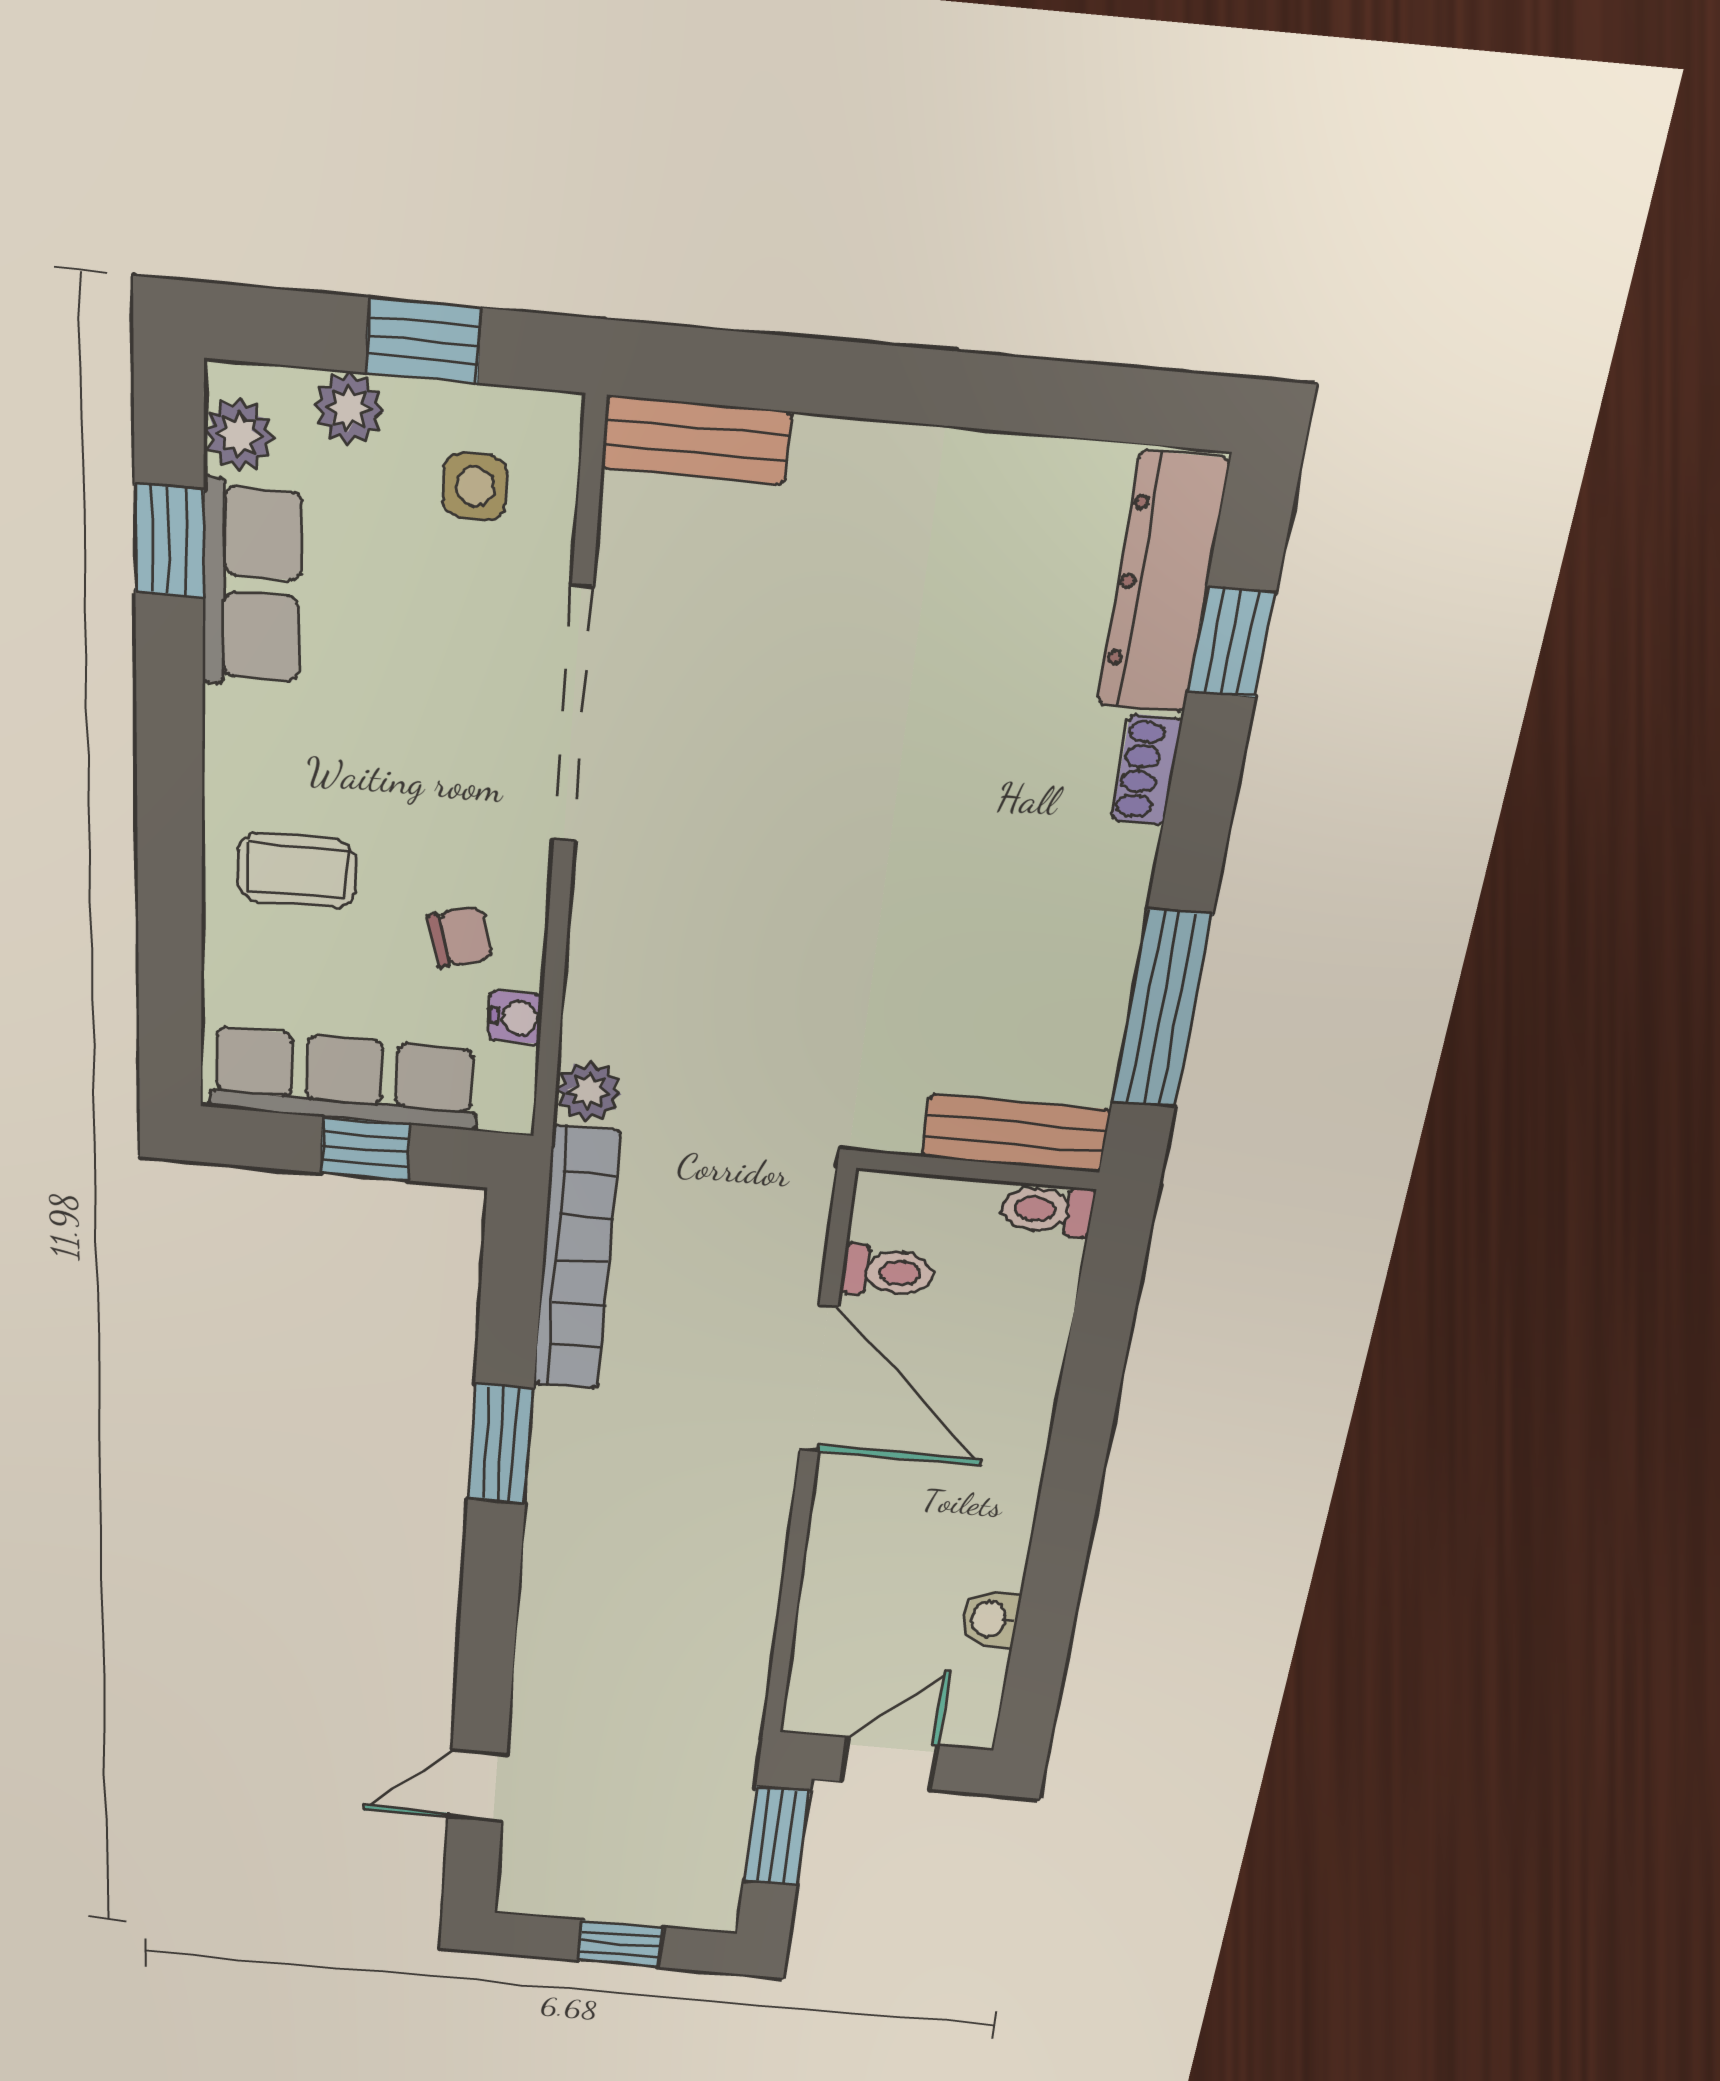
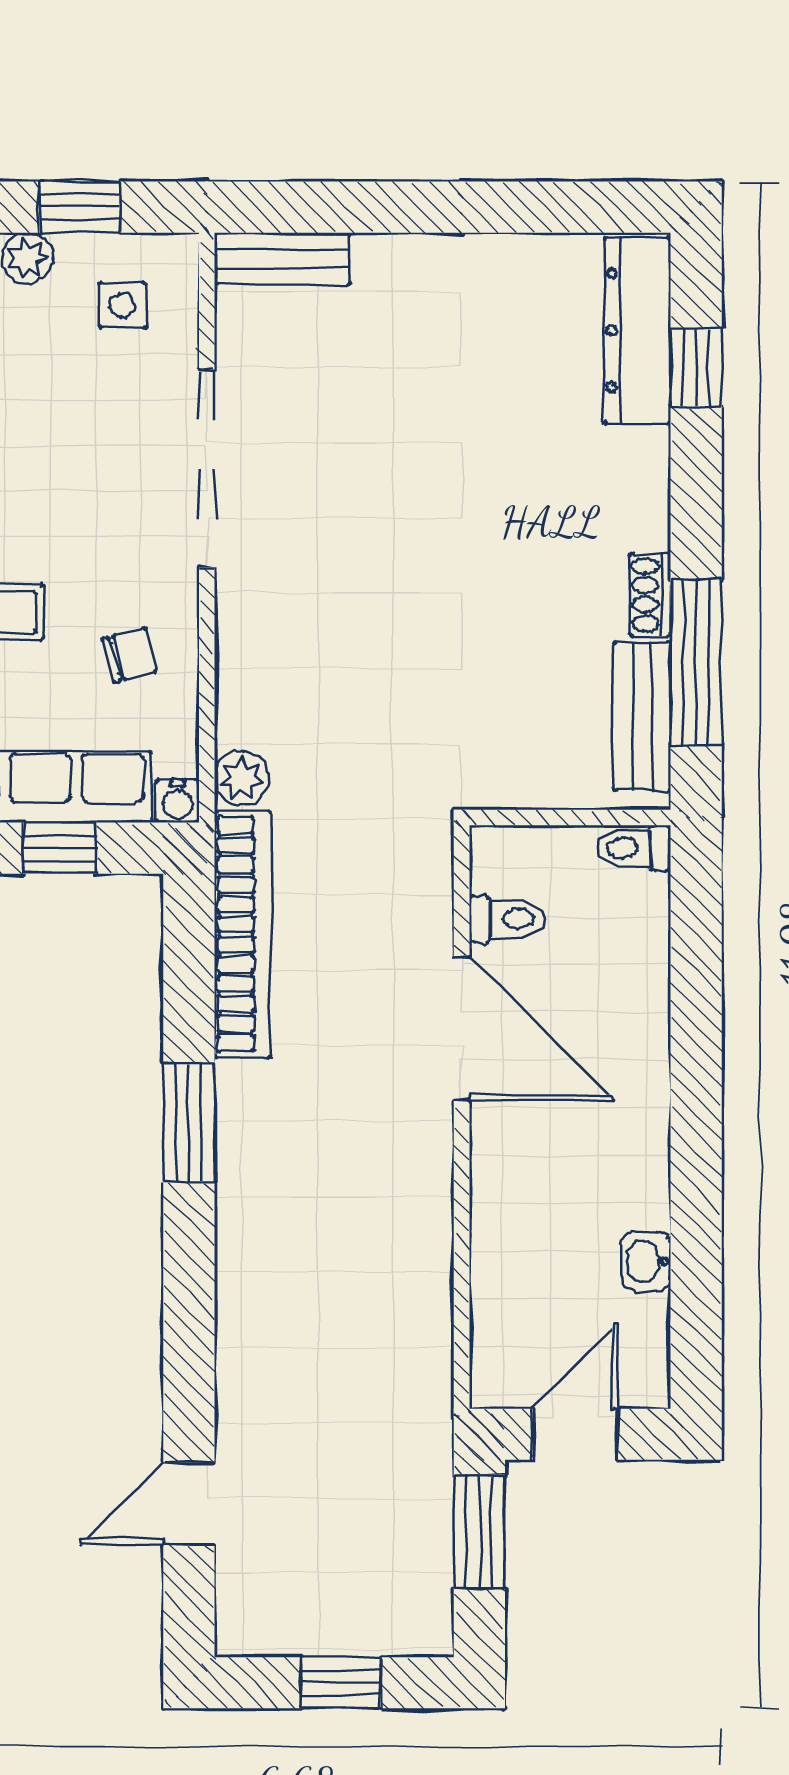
shoe rack: (1147, 770) -> (650, 595), moved
water cooler: (516, 1017) -> (178, 801), moved, turned 90
bench: (1015, 1133) -> (642, 716), moved, turned 90

